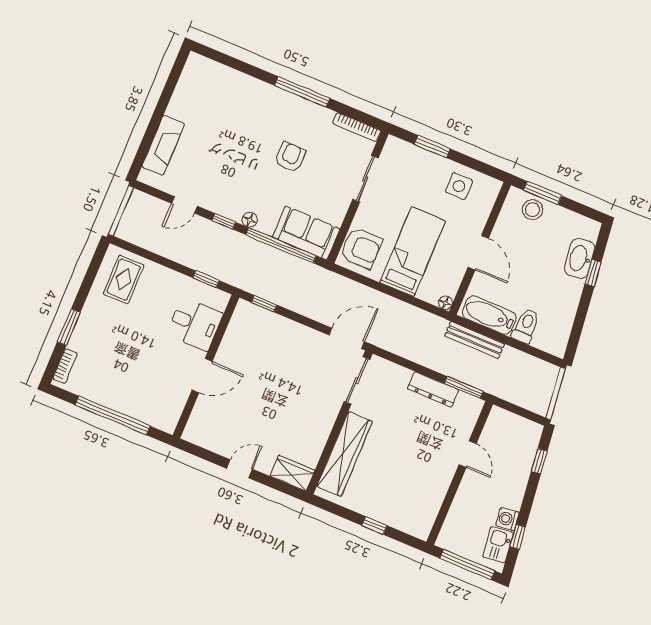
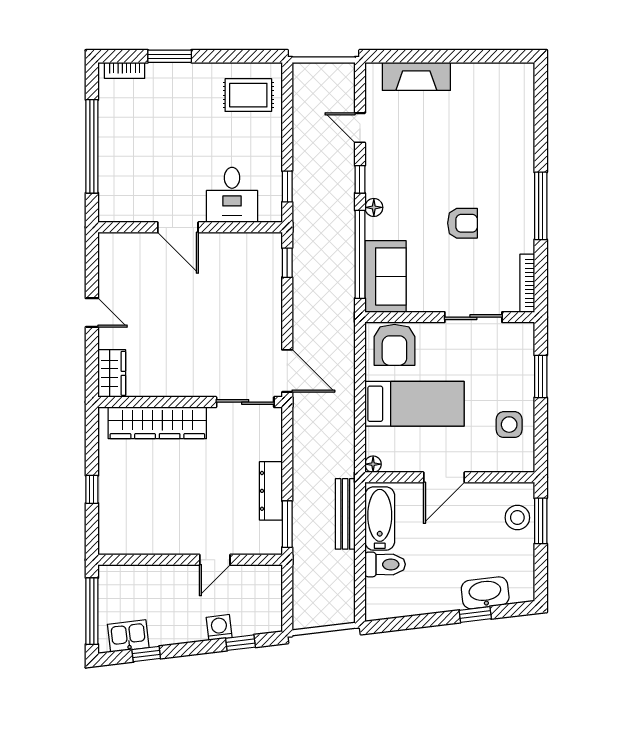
washing machine: (507, 519) -> (219, 627), moved

